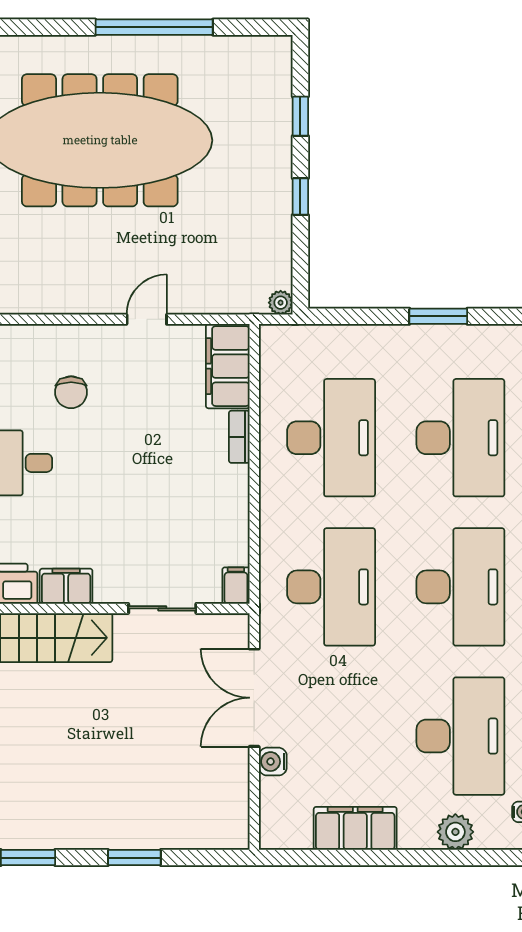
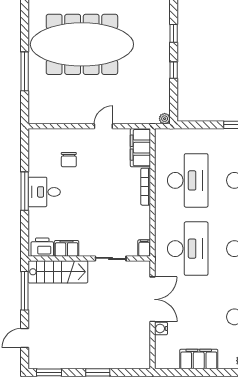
bookcase: (239, 437) -> (146, 187), width x1.56
double door: (254, 698) -> (153, 299), swing flipped

